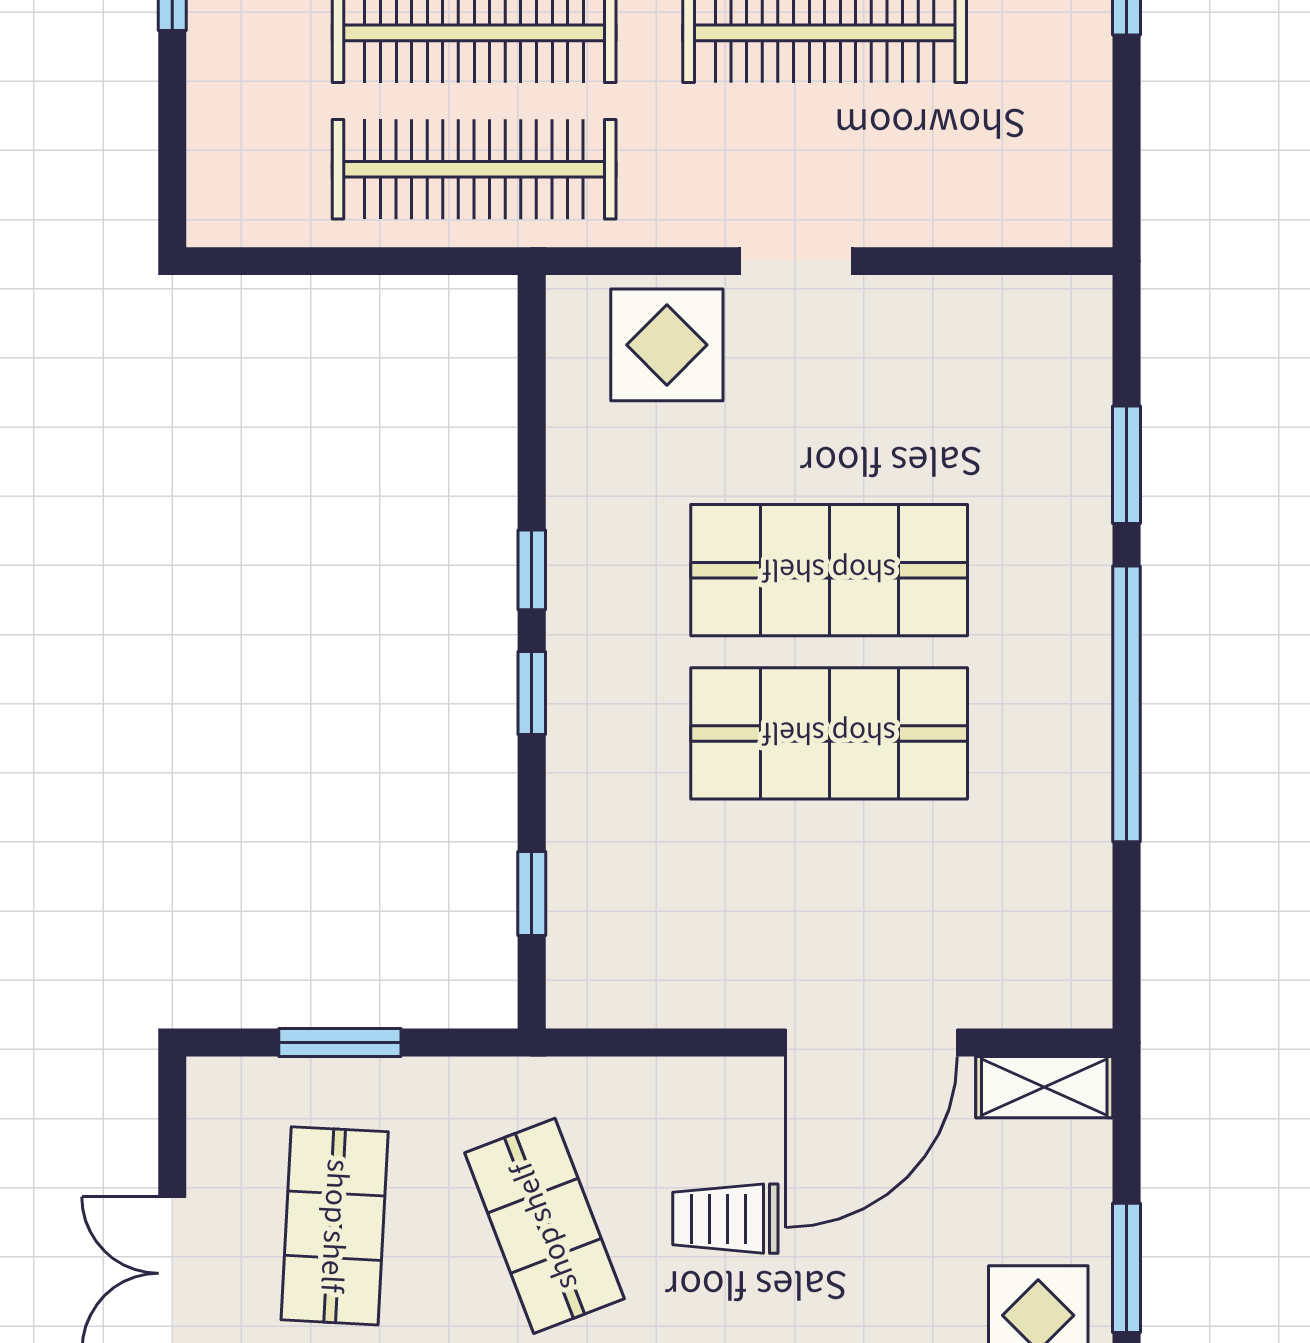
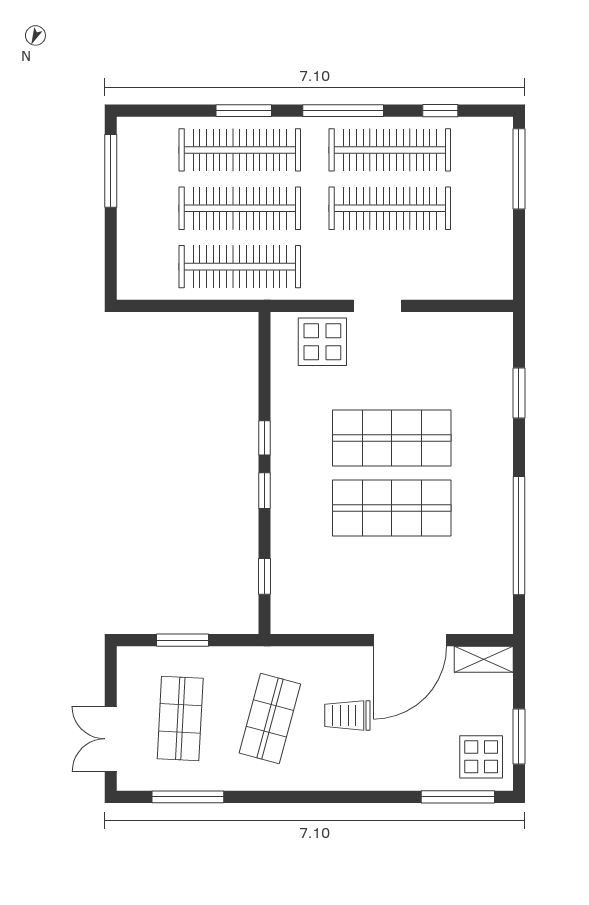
window: (1127, 704) -> (519, 536), moved
shop shelf: (544, 1226) -> (270, 719), turned 36

